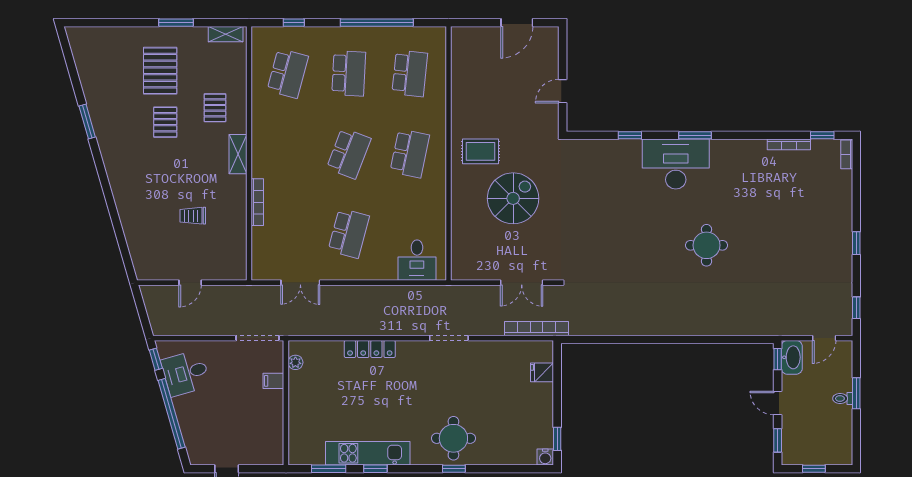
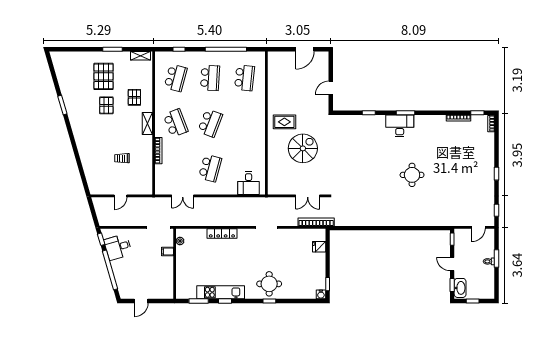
school desk: (410, 153) -> (176, 123), moved, turned -33
desk: (676, 164) -> (400, 126), width x0.73, depth x0.77
washbasin: (792, 357) -> (460, 288), moved

